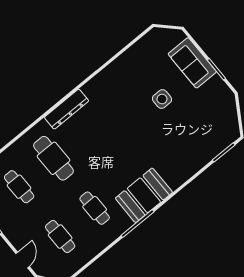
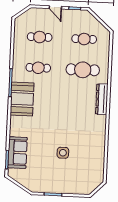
sofa: (192, 63) -> (17, 153), moved, turned 90
door: (23, 260) -> (55, 7), moved

